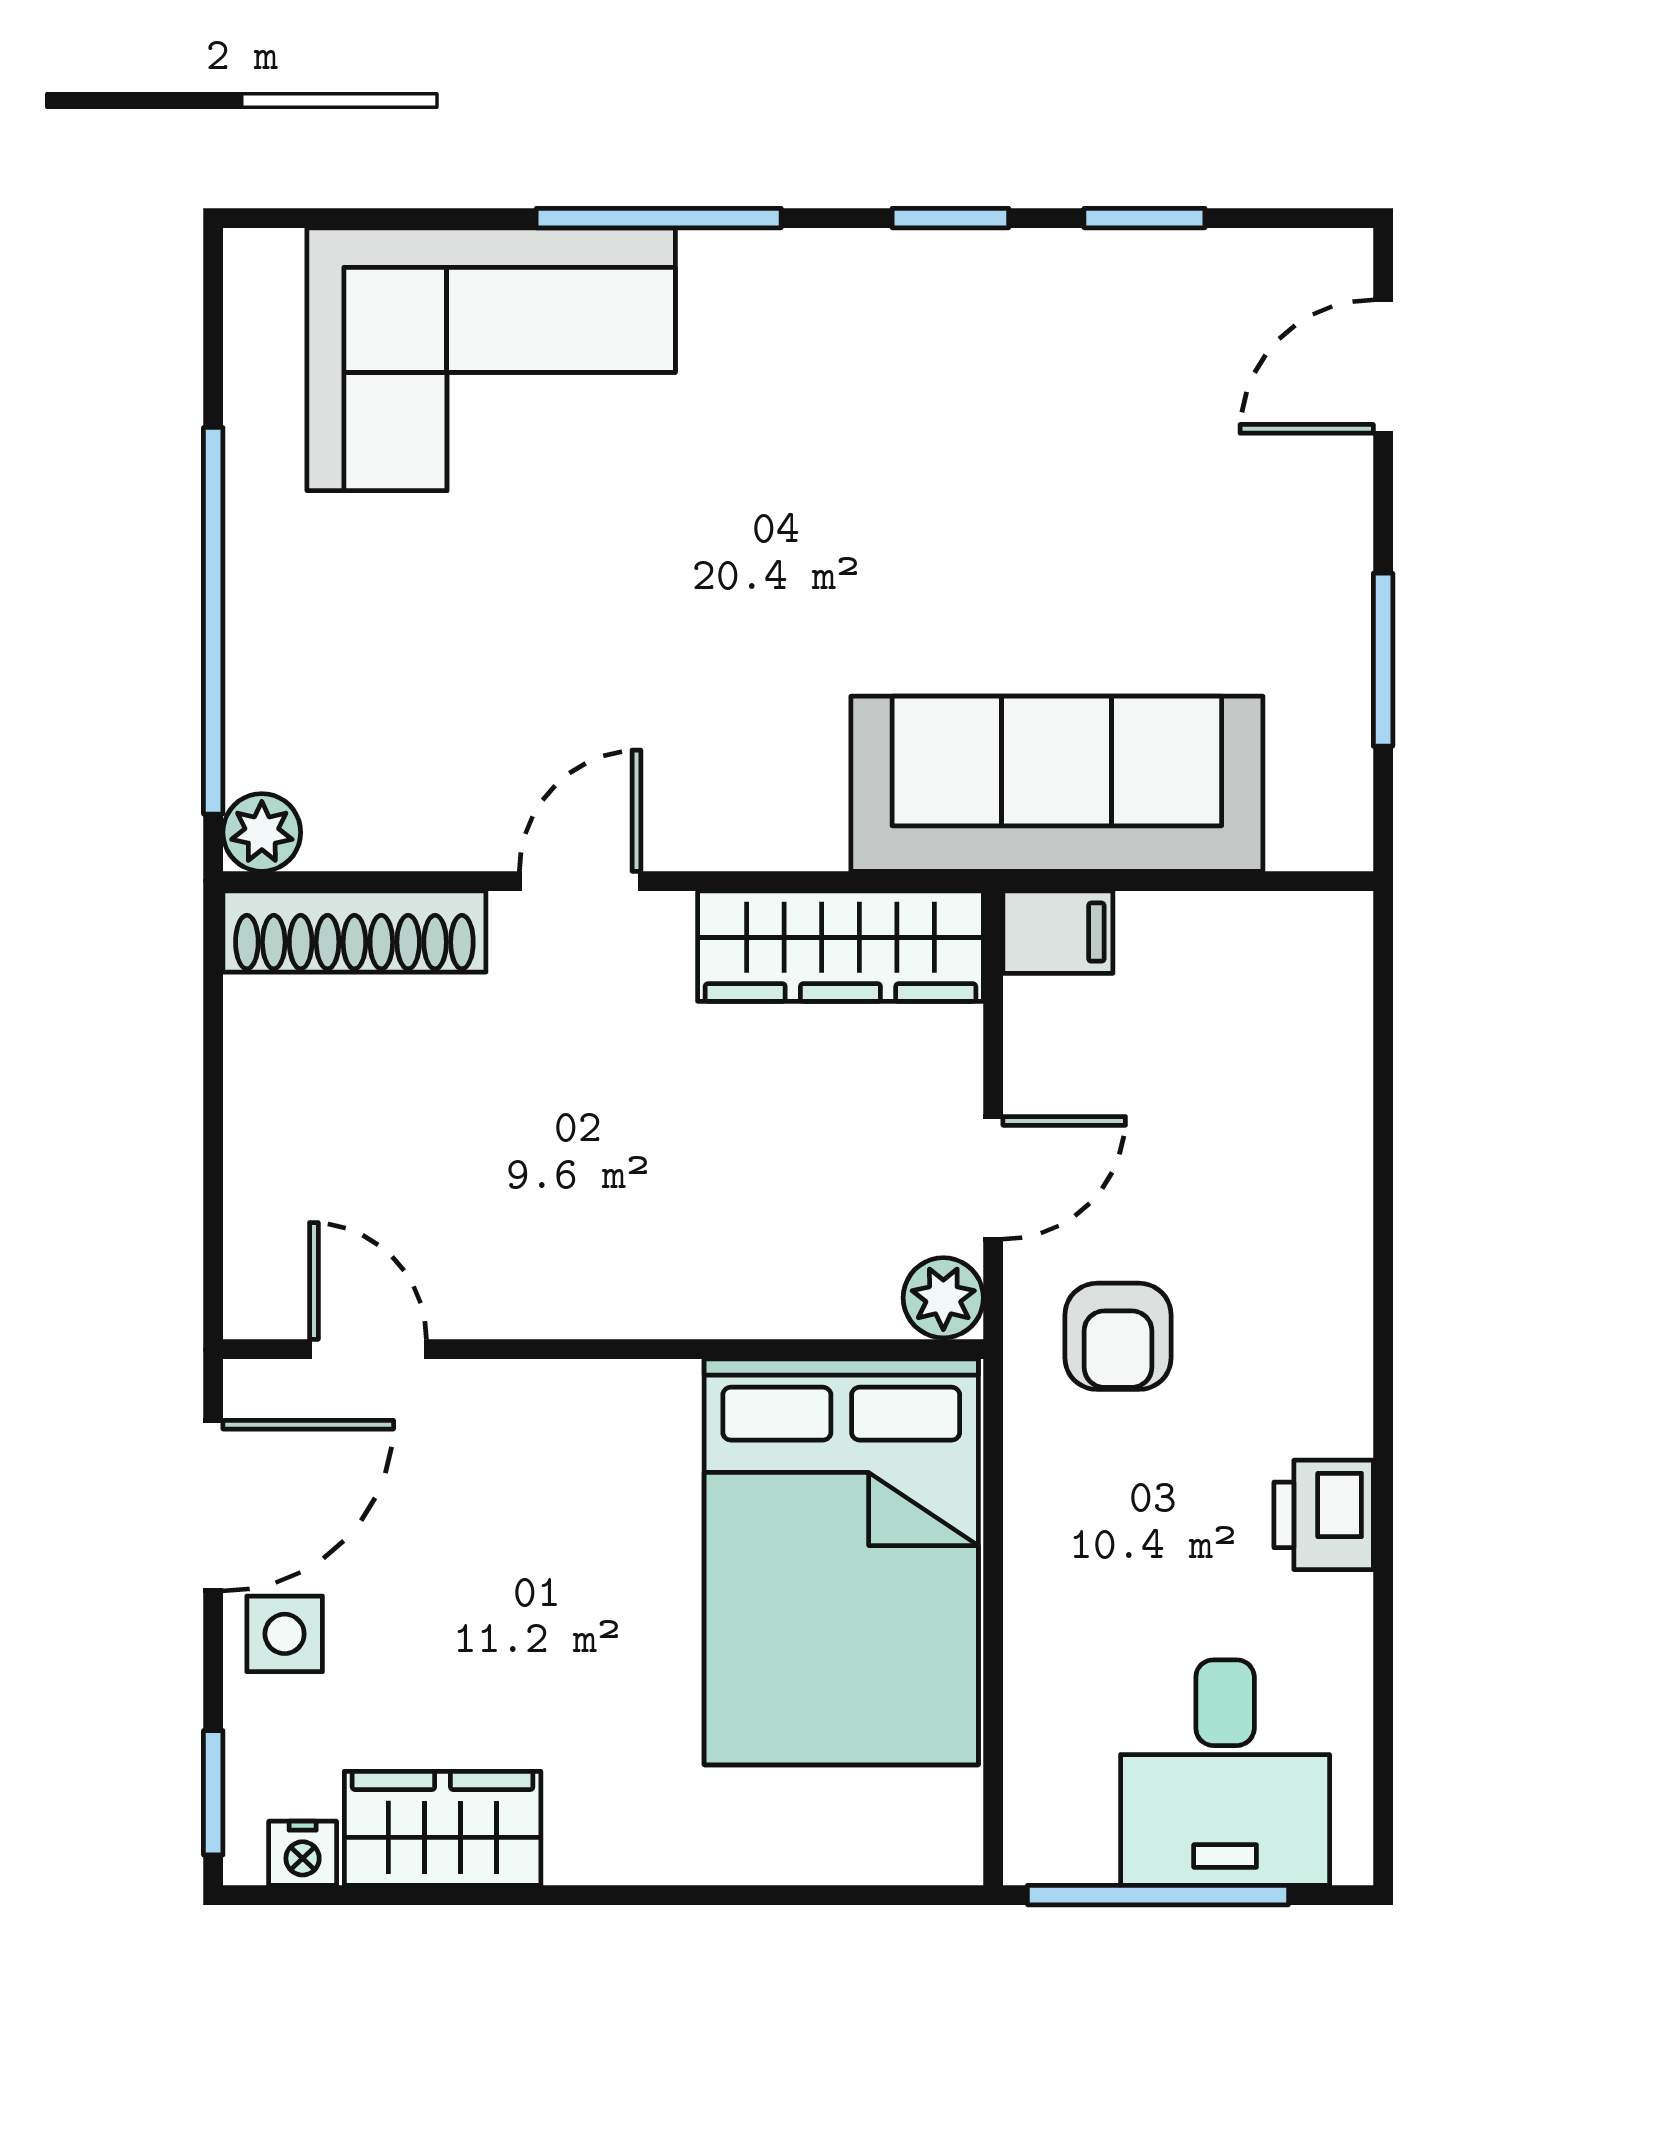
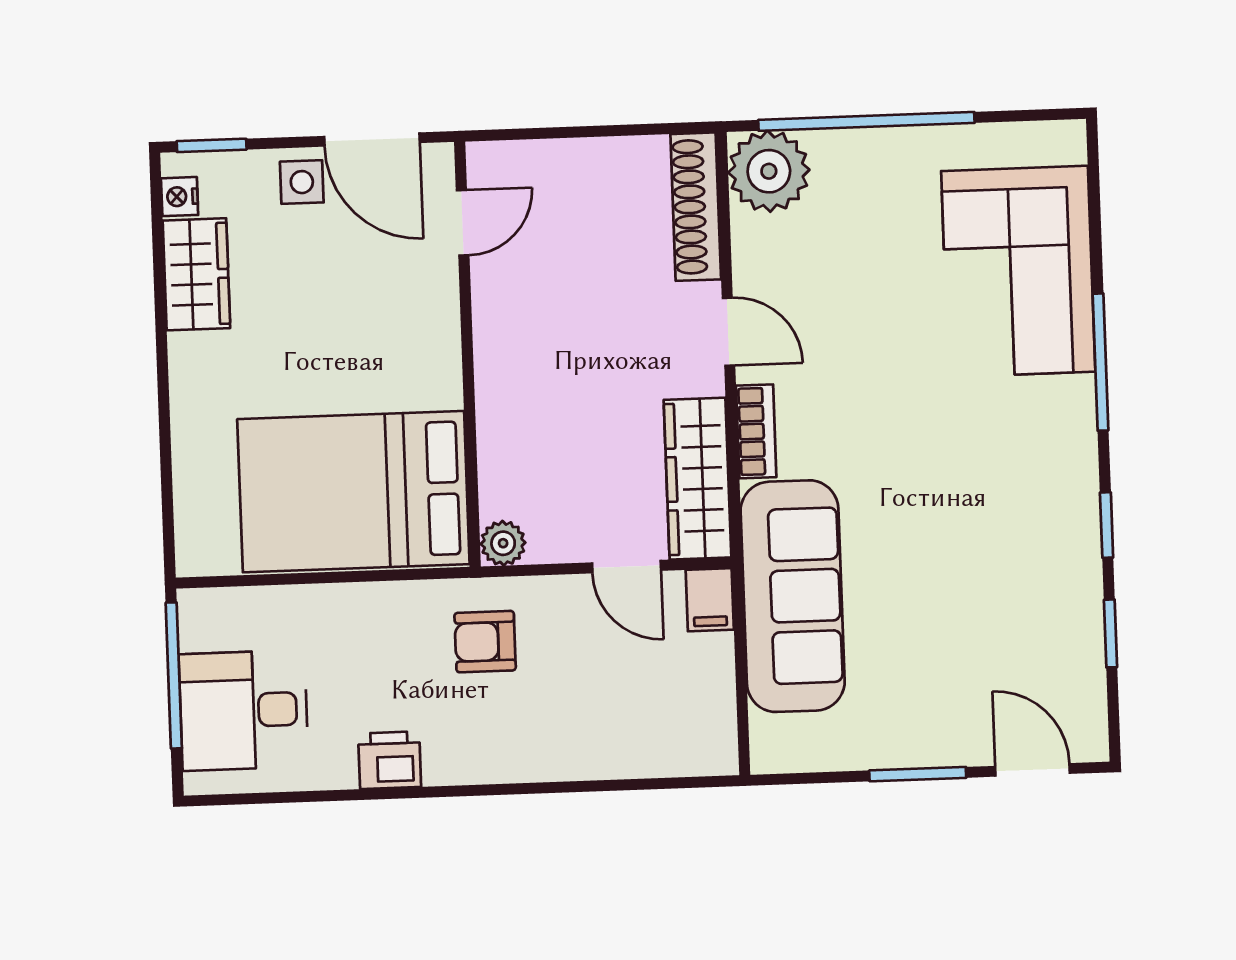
window: (1383, 660) -> (918, 774), moved
plant: (262, 832) -> (769, 171), width x1.88, depth x1.88
bookcase: (760, 838) -> (756, 431), added
door: (993, 1178) -> (627, 567), moved

